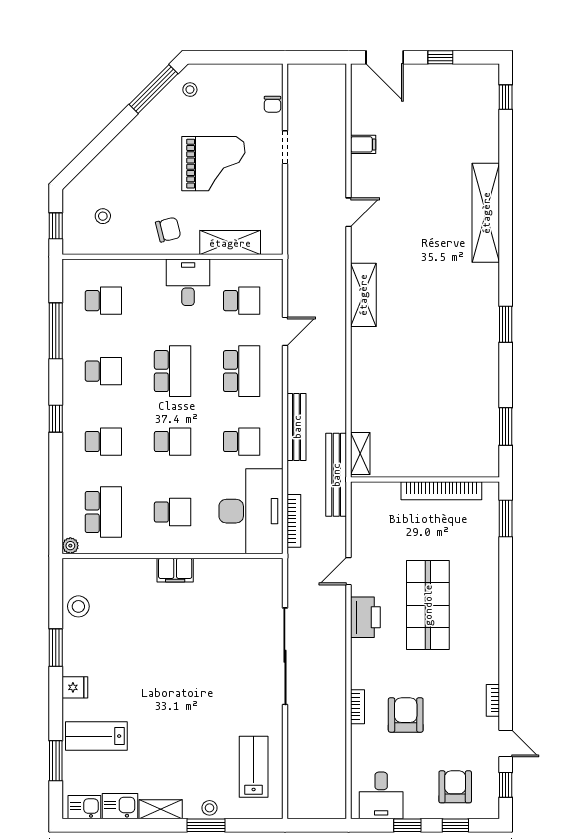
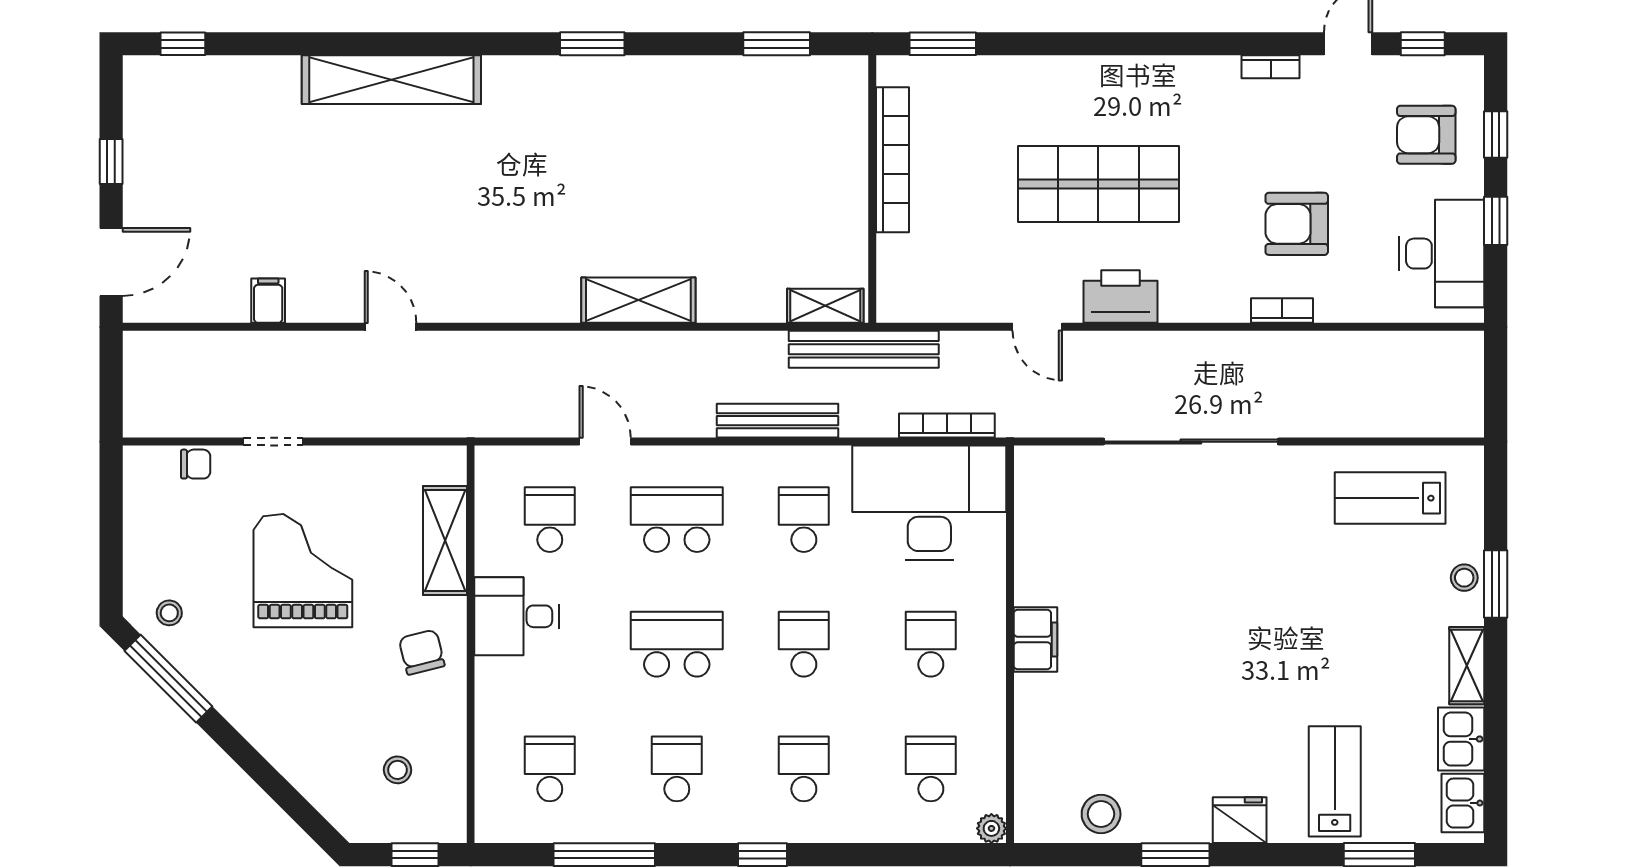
shelving: (363, 295) -> (638, 300), moved
school desk: (103, 512) -> (931, 769), width x0.54
fridge: (75, 687) -> (1240, 820), width x1.38
lab bench: (96, 736) -> (1335, 781), turned 180
desk: (381, 795) -> (1442, 254), width x1.37

